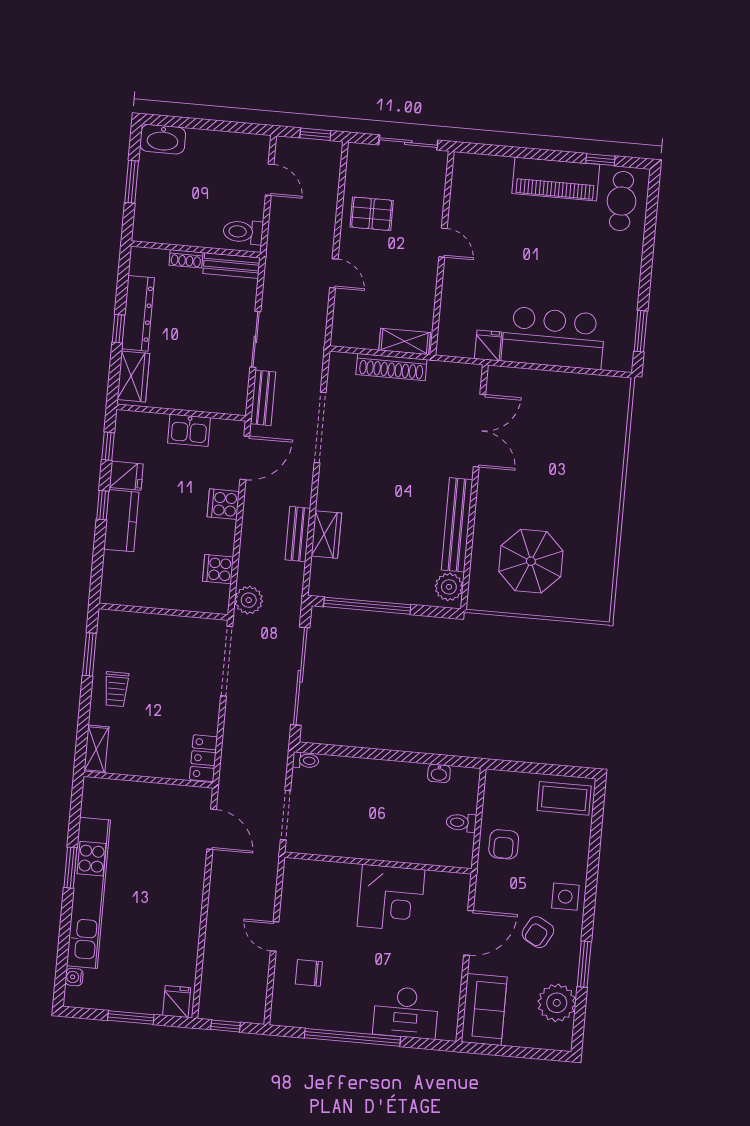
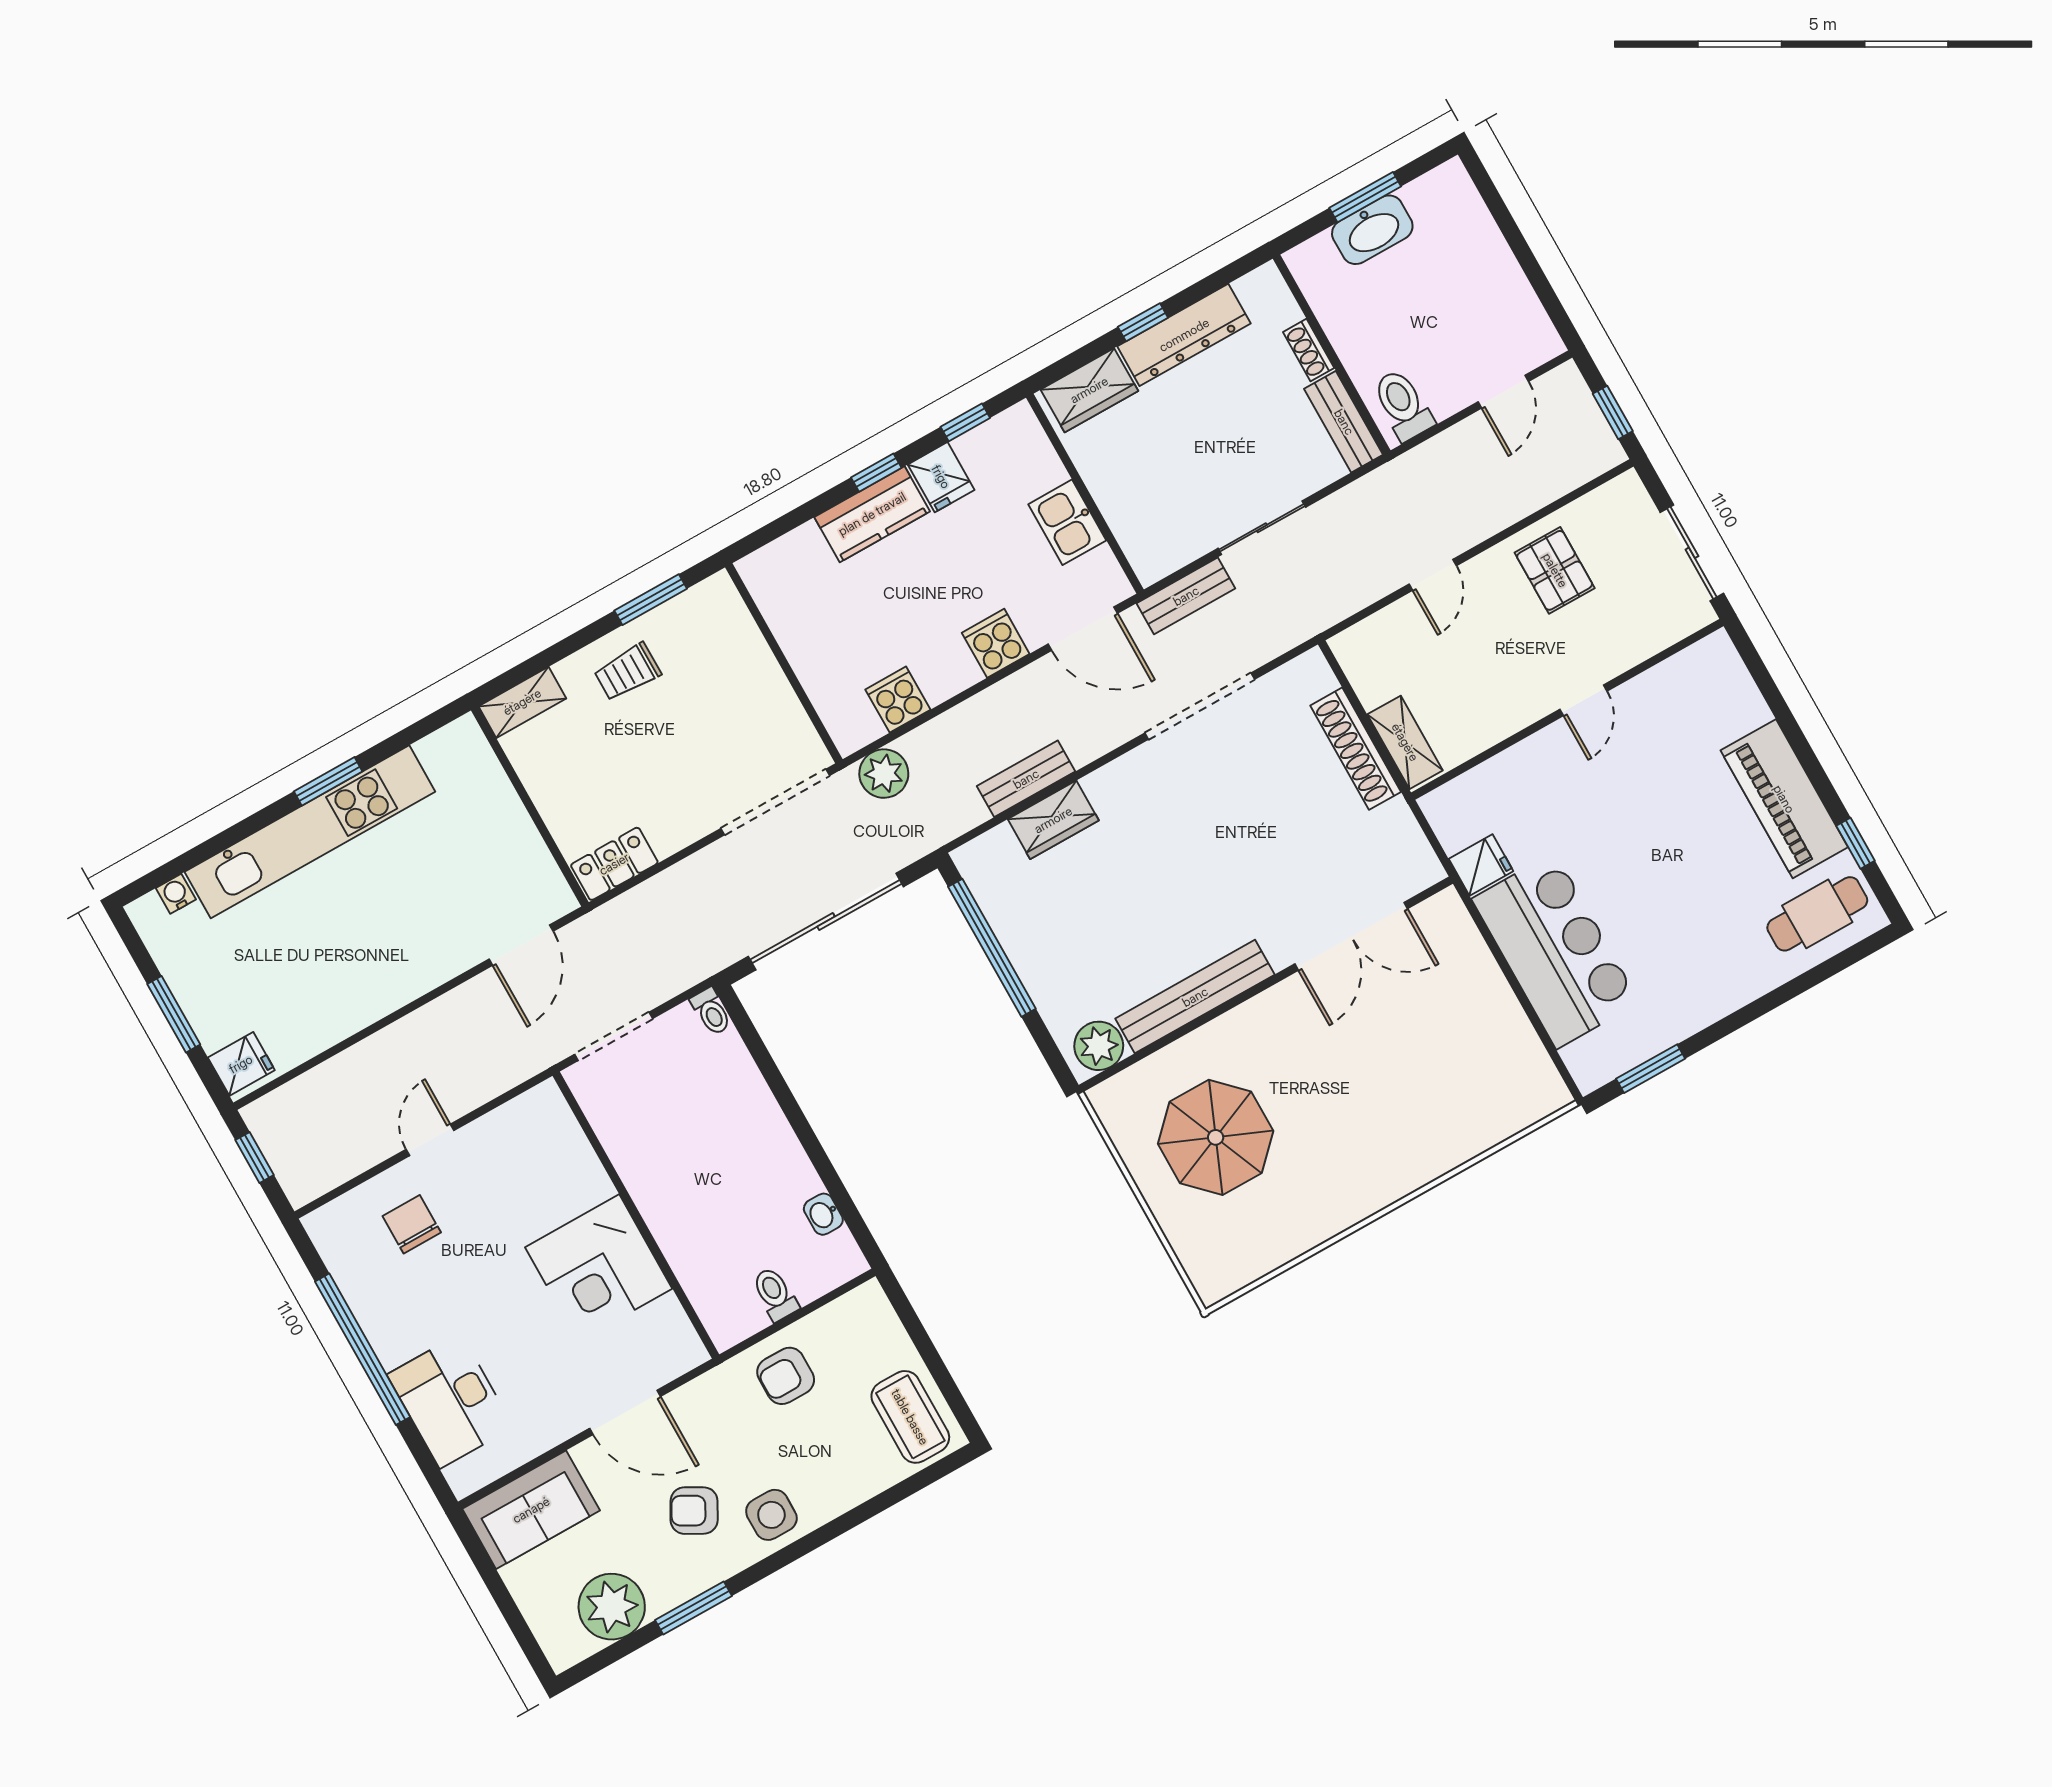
washbasin: (163, 139) -> (1372, 230), moved, turned -90

